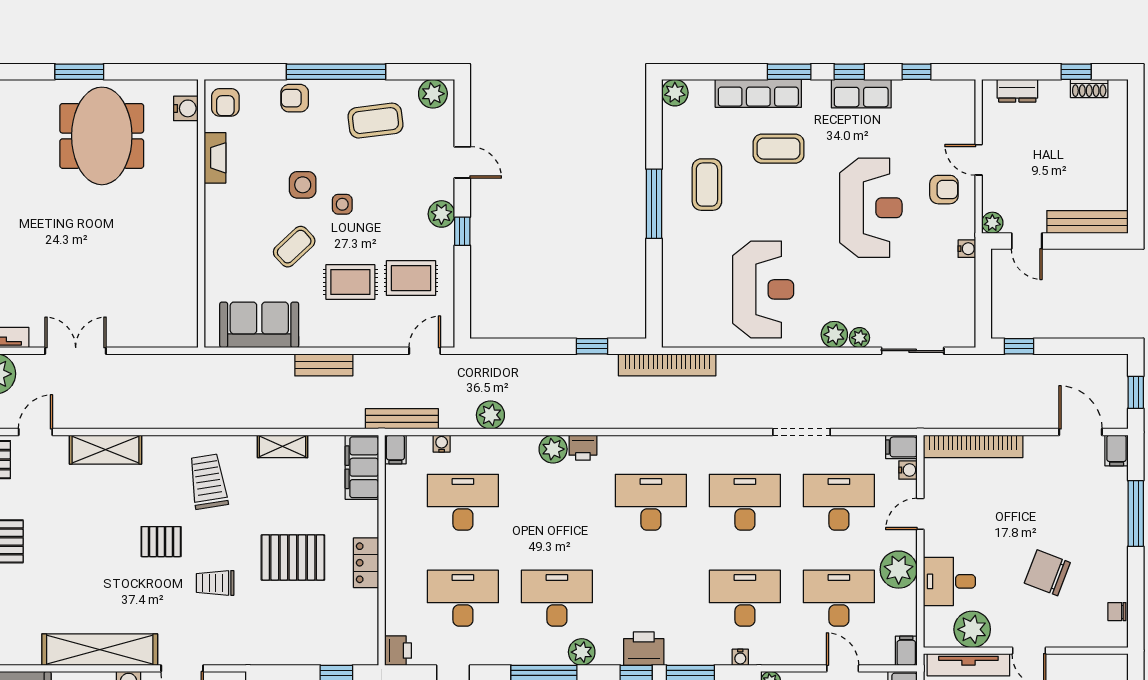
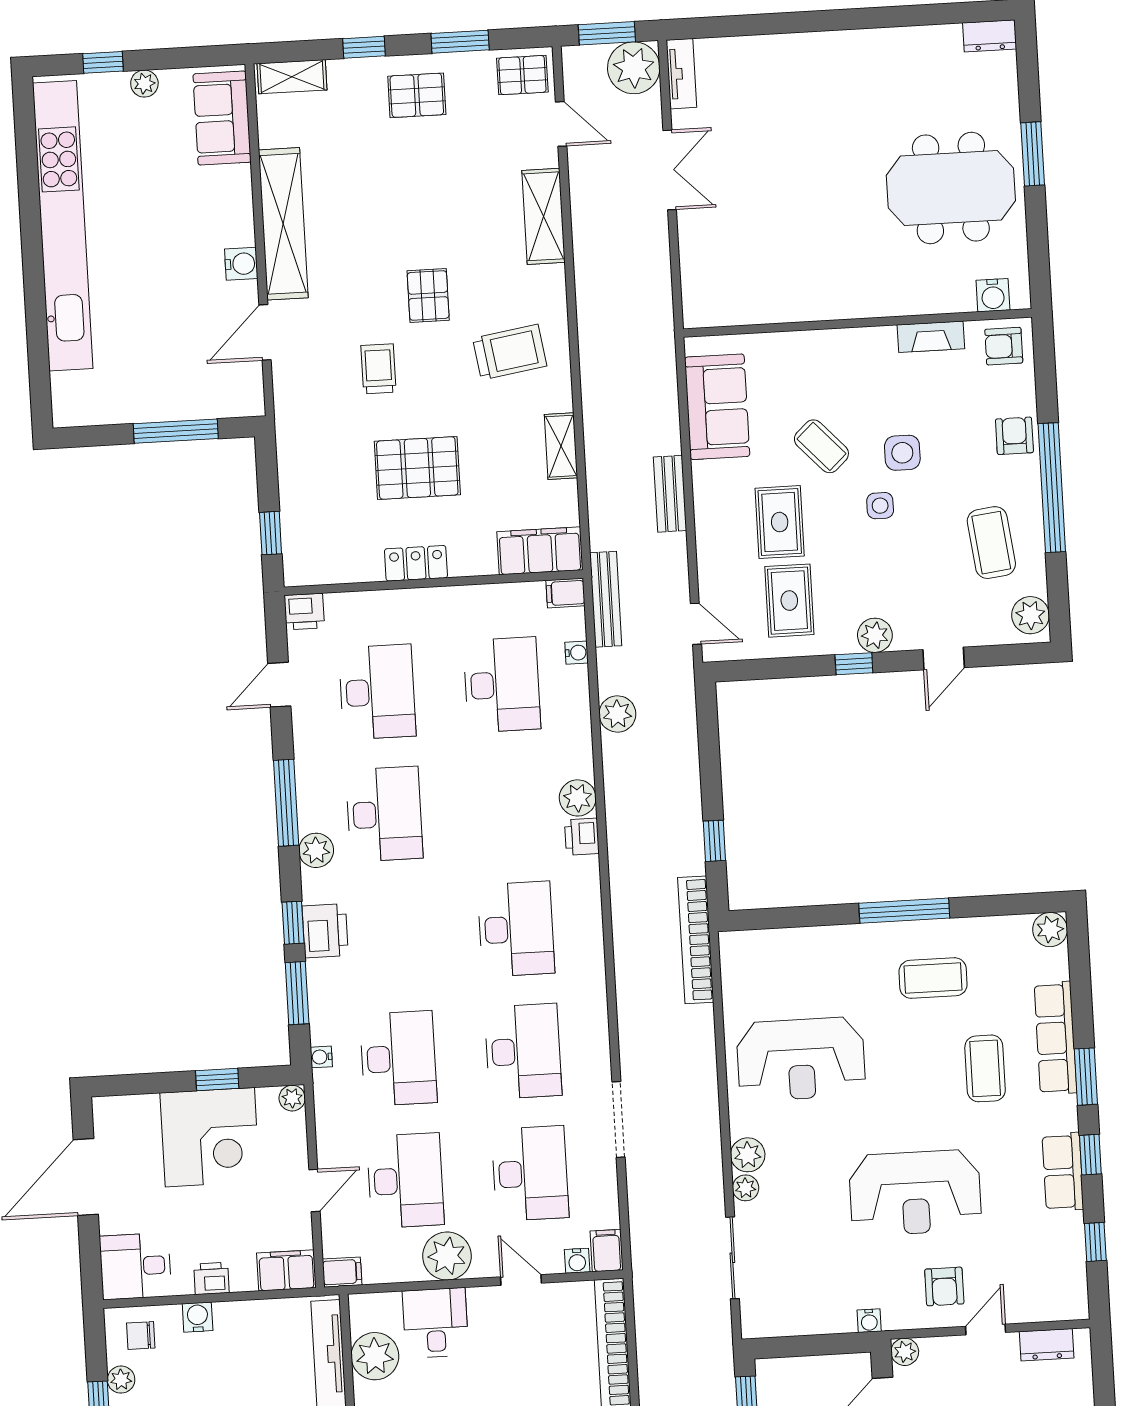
dresser: (1017, 91) -> (1047, 1345), moved, turned -90
pallet: (293, 557) -> (417, 468), turned 90

